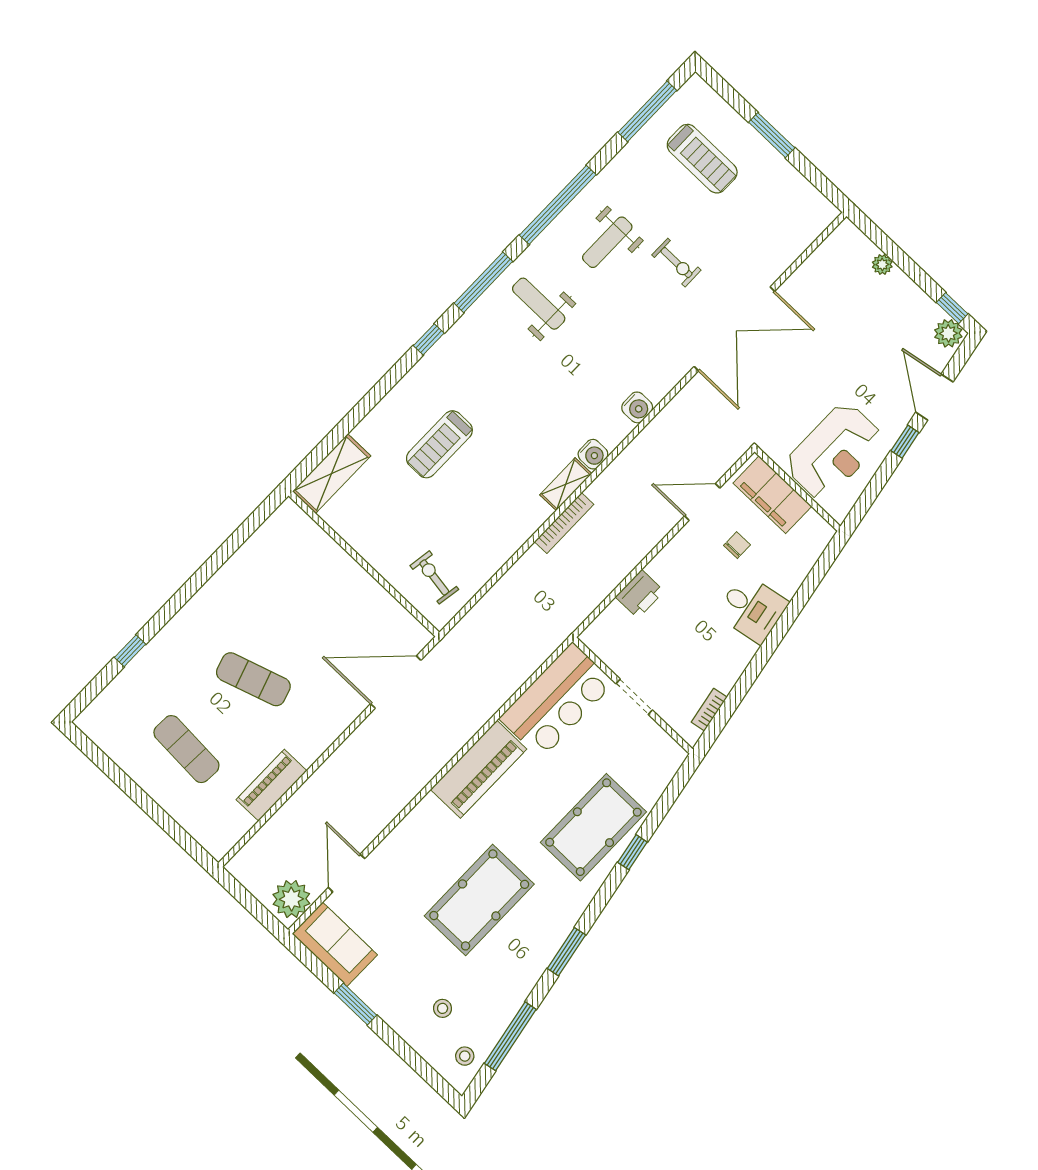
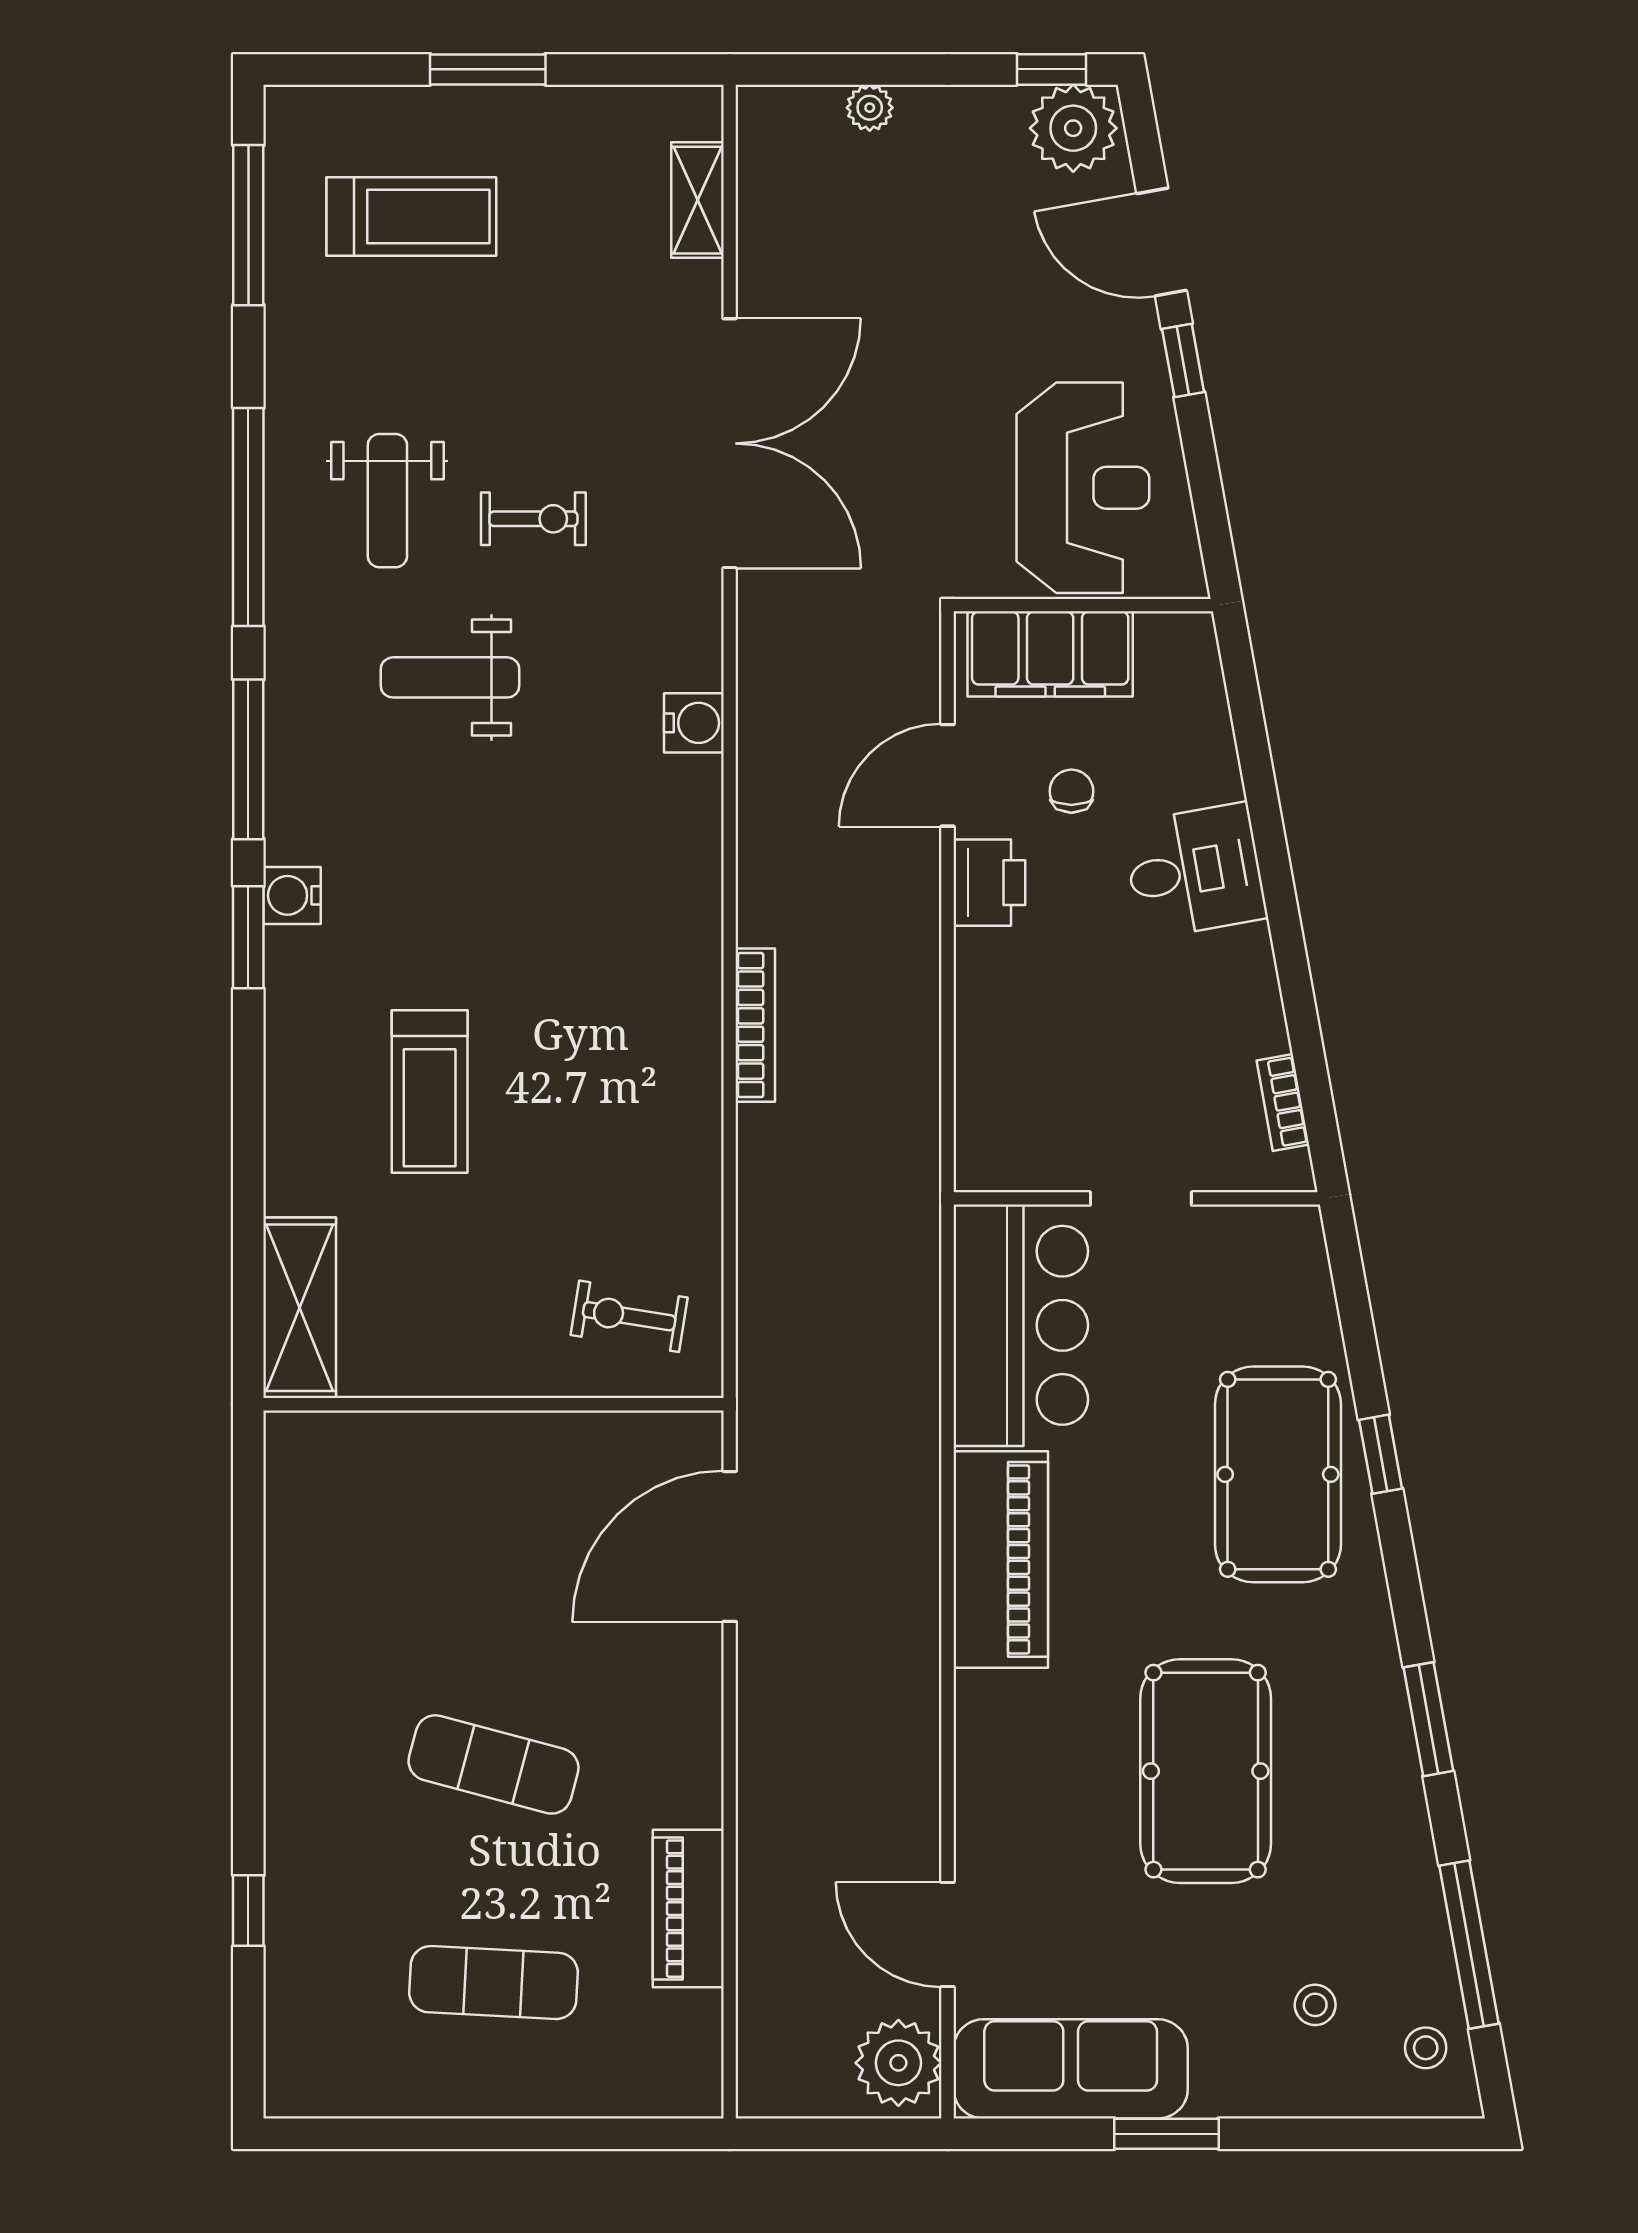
exercise bike: (676, 263) -> (533, 519), moved
weight bench: (539, 304) -> (450, 677), moved
plant: (948, 333) -> (1073, 128), width x1.36, depth x1.36
window: (429, 339) -> (248, 937), width x1.50
water cooler: (593, 454) -> (292, 895), moved, turned 180
shelving: (566, 484) -> (698, 200), moved
printer: (640, 594) -> (989, 883), moved
exercise mat: (253, 679) -> (494, 1764), turned 33
sofa: (335, 944) -> (1071, 2069), width x1.36

